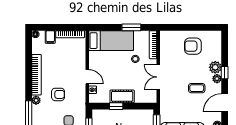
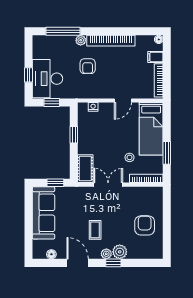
door: (87, 77) -> (123, 101), moved
cot: (122, 96) -> (85, 169), moved

